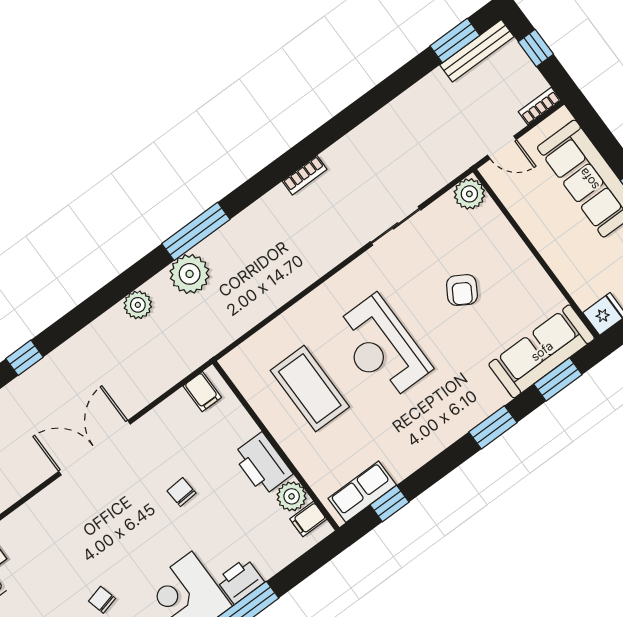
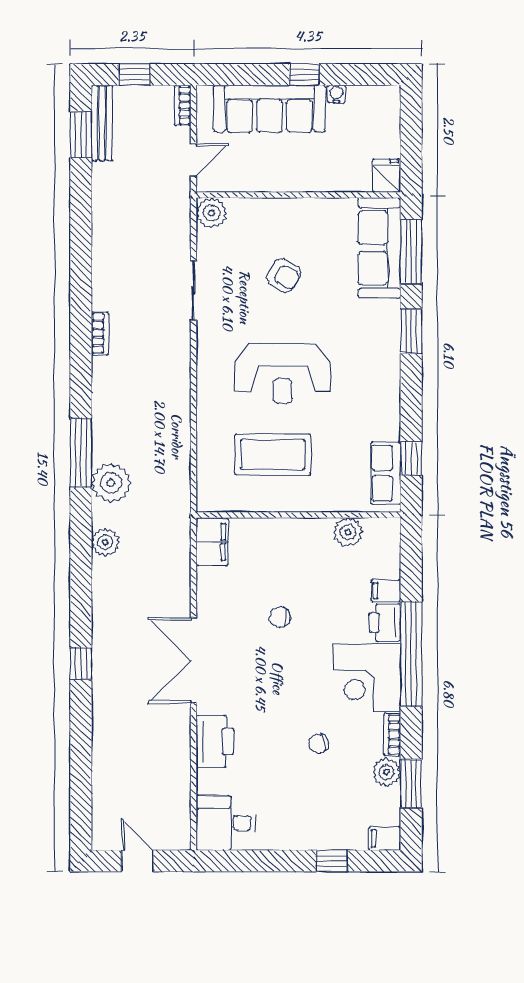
window: (558, 379) -> (411, 252), width x1.44
filing cabinet: (202, 392) -> (212, 542), width x2.00
printer: (263, 464) -> (215, 742), moved, turned -90
filing cabinet: (308, 519) -> (386, 591), moved, turned 90

